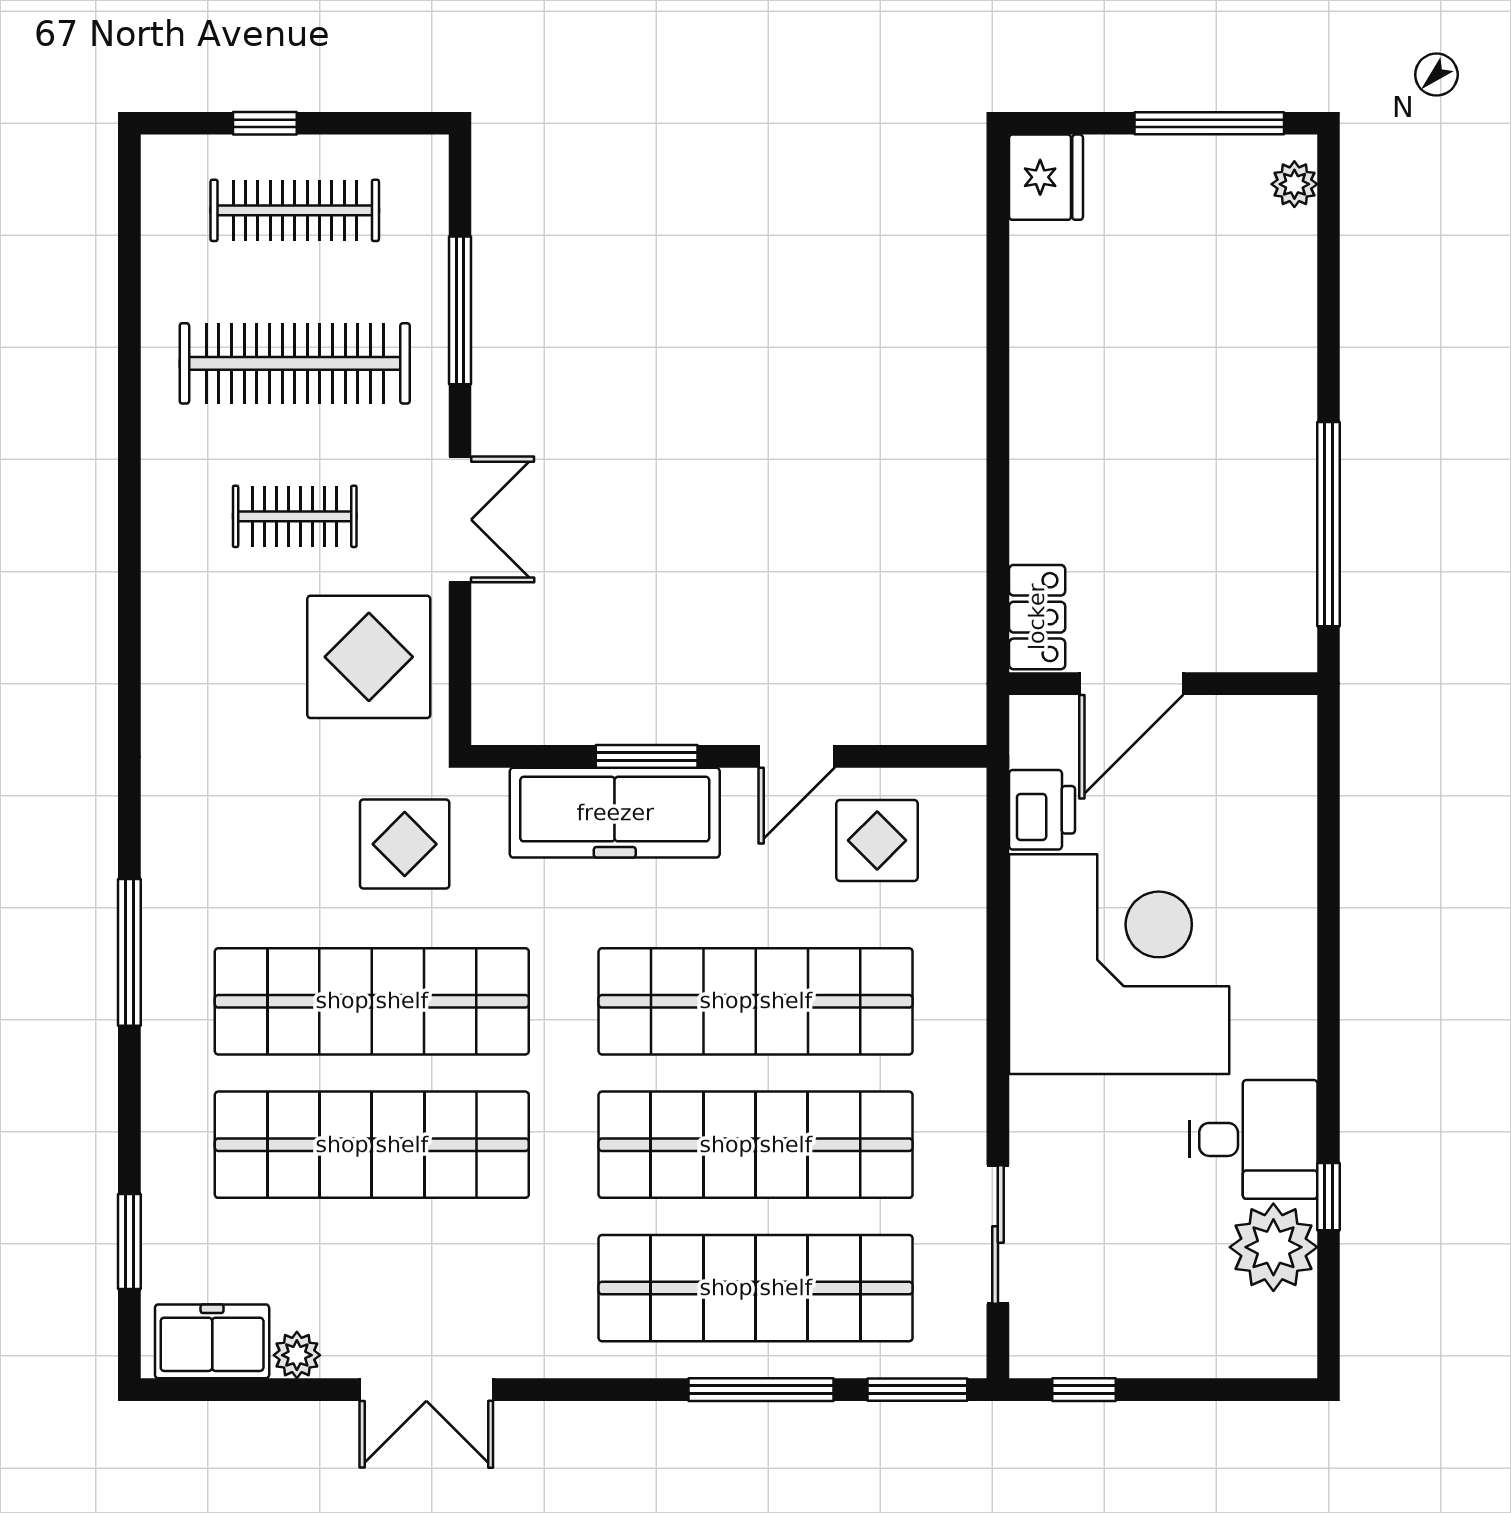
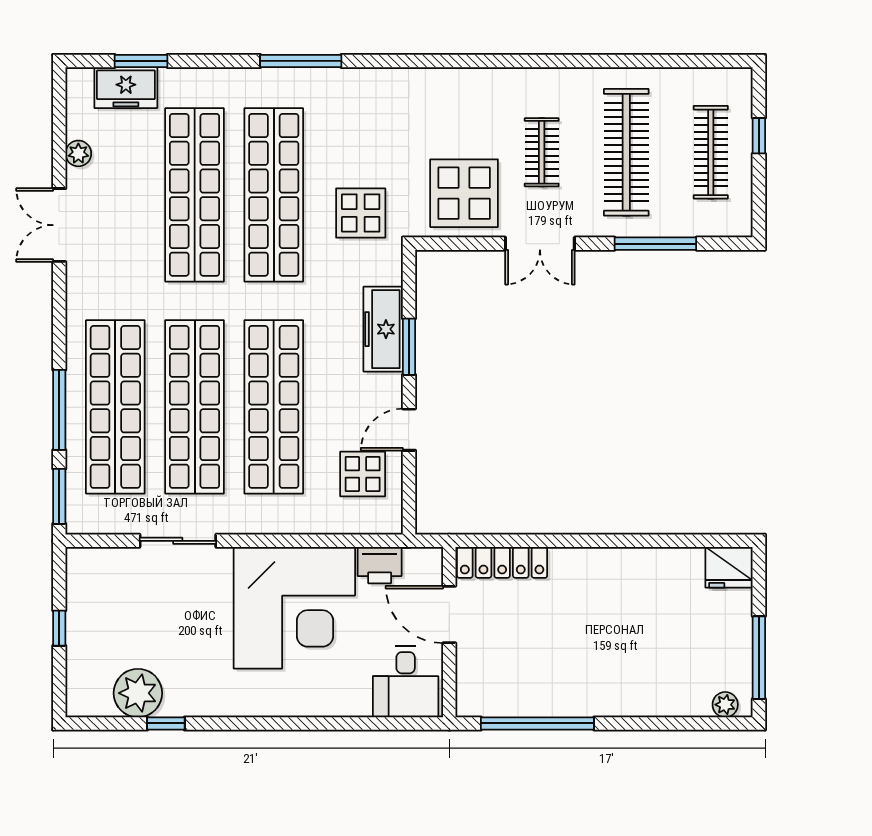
locker: (1037, 617) -> (502, 562), width x1.53
door: (797, 756) -> (409, 430), hinge flipped
freezer: (615, 813) -> (383, 329), width x0.73, depth x0.79
desk: (1253, 1139) -> (406, 682), moved
sliding door: (998, 1235) -> (178, 541), moved
freezer: (212, 1341) -> (126, 88), moved, turned 90
window: (1084, 1390) -> (59, 628), moved

